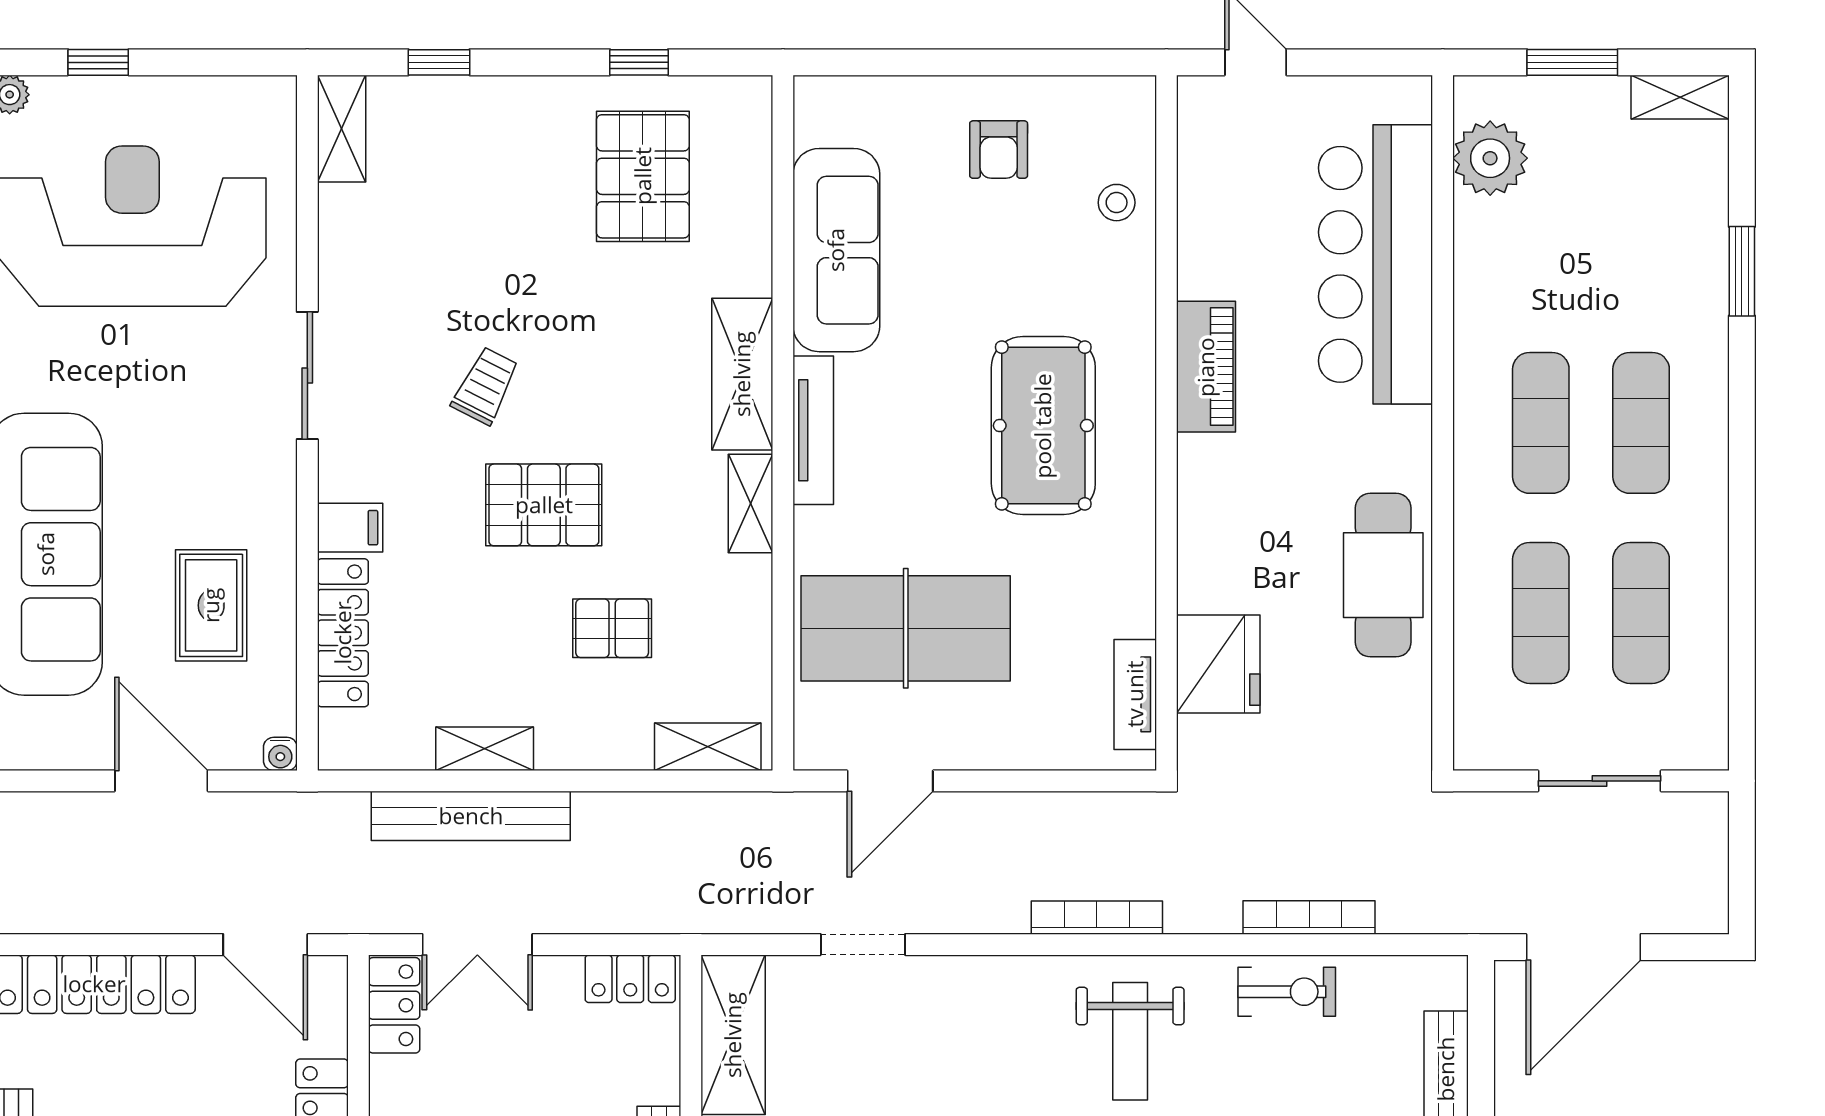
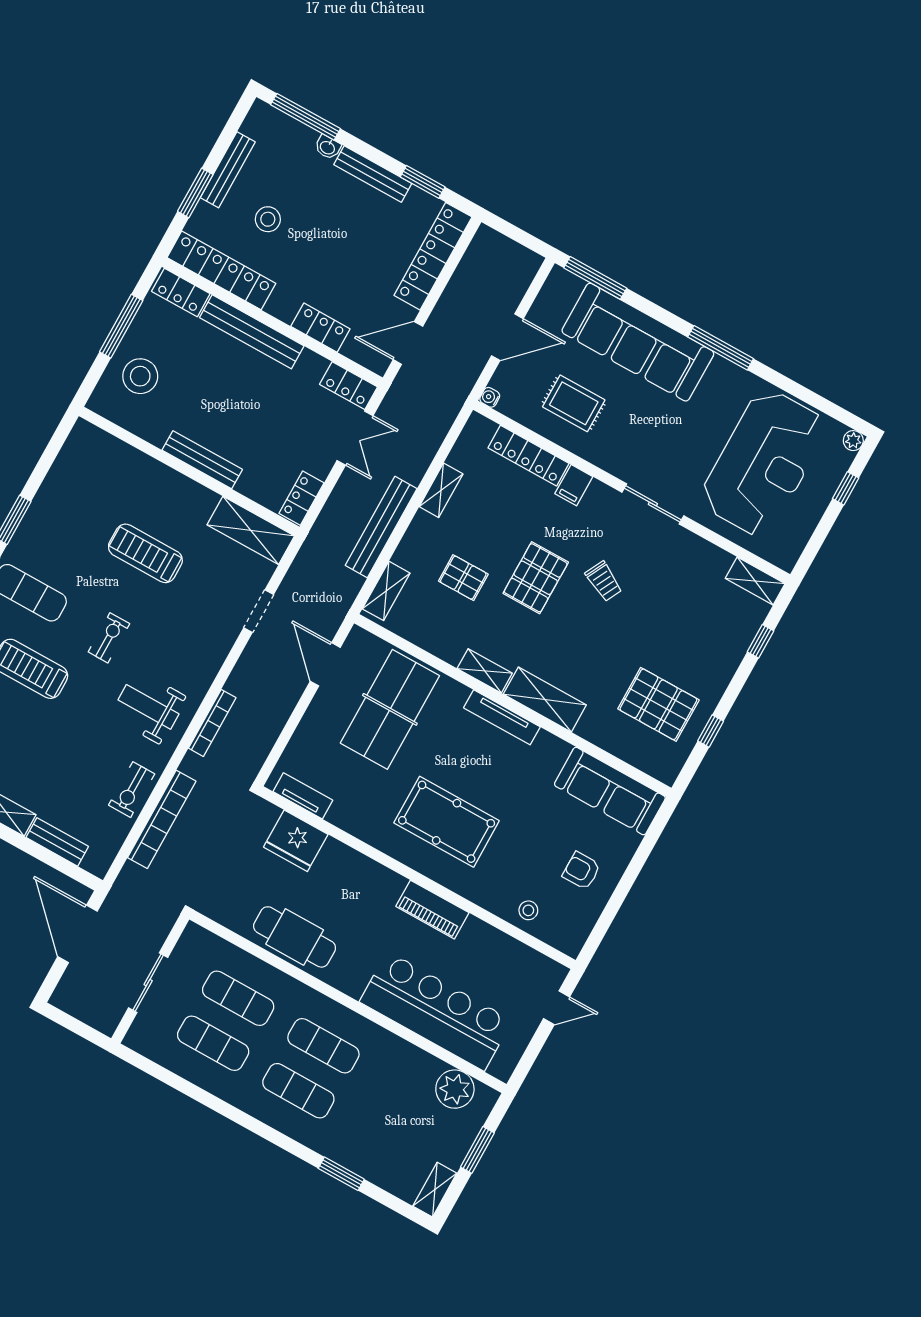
sofa: (836, 250) -> (610, 791), moved
pallet: (612, 628) -> (463, 578), turned 90
bench: (471, 816) -> (381, 527), moved
bookcase: (1309, 917) -> (162, 819), width x1.48, depth x1.31
double door: (477, 945) -> (355, 438), swing flipped

